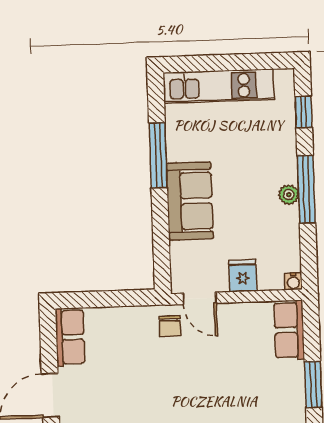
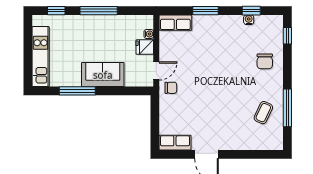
plant: (289, 195) -> (101, 20), removed
water cooler: (293, 281) -> (149, 34), moved

